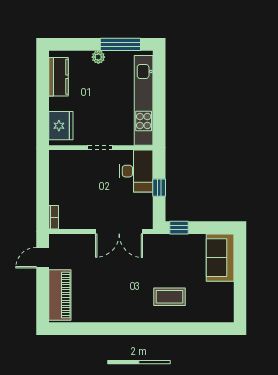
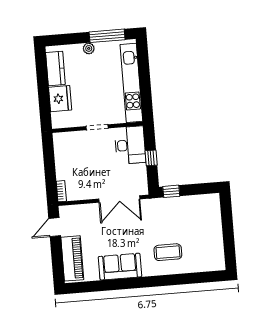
fridge: (61, 126) -> (60, 99), moved
sofa: (220, 258) -> (120, 267), moved, turned 90

